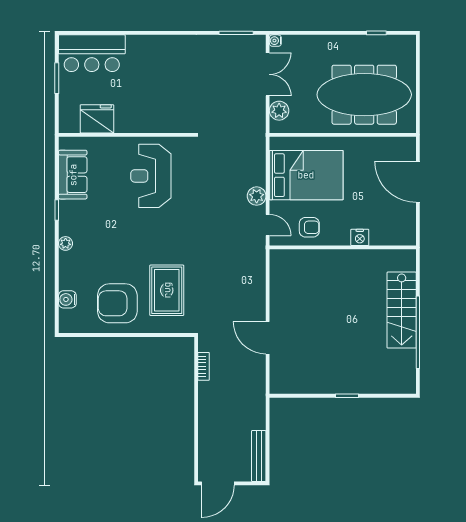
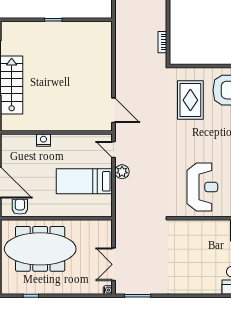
plant: (279, 111) -> (105, 237), removed
bed: (306, 175) -> (84, 181), width x0.67
armchair: (309, 227) -> (20, 207), moved, turned 90
door: (268, 338) -> (114, 110), moved

